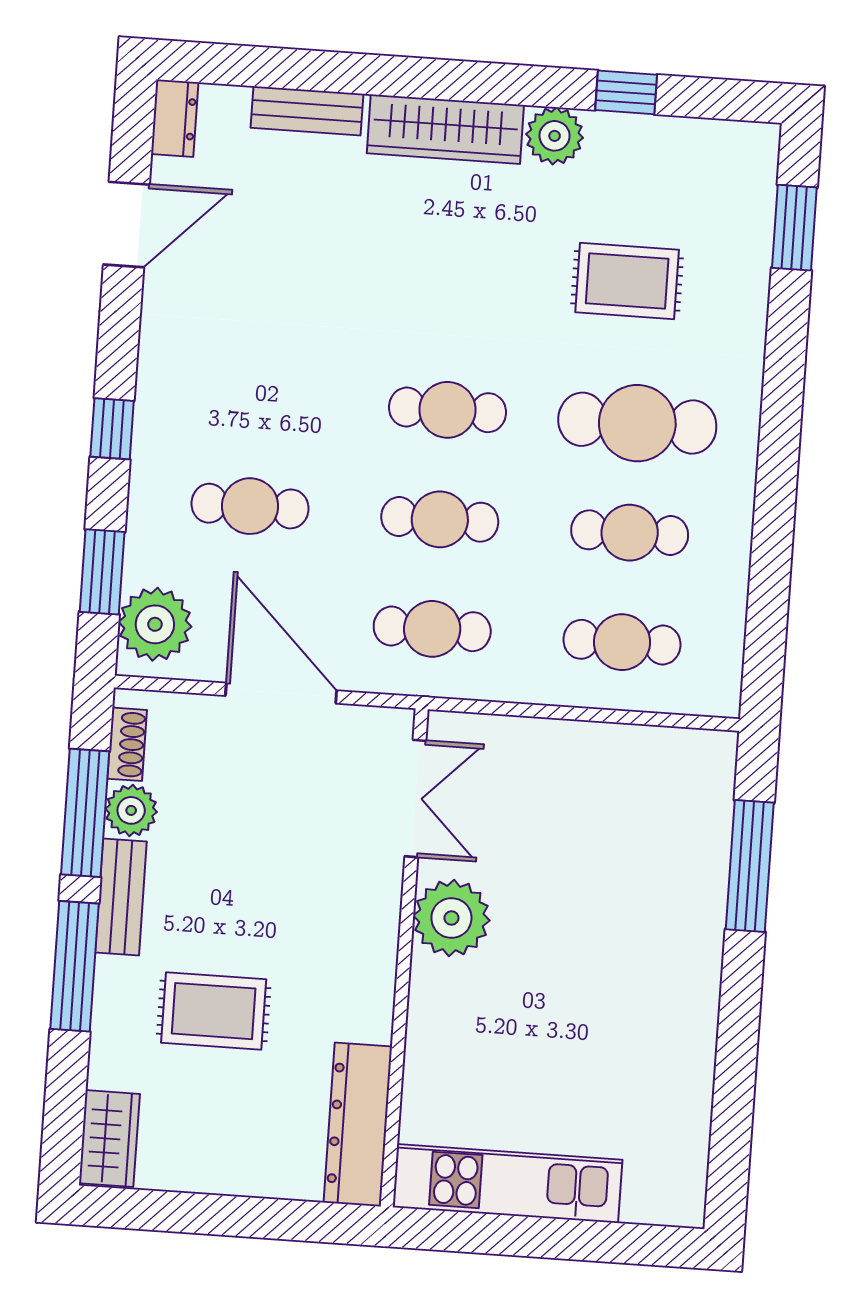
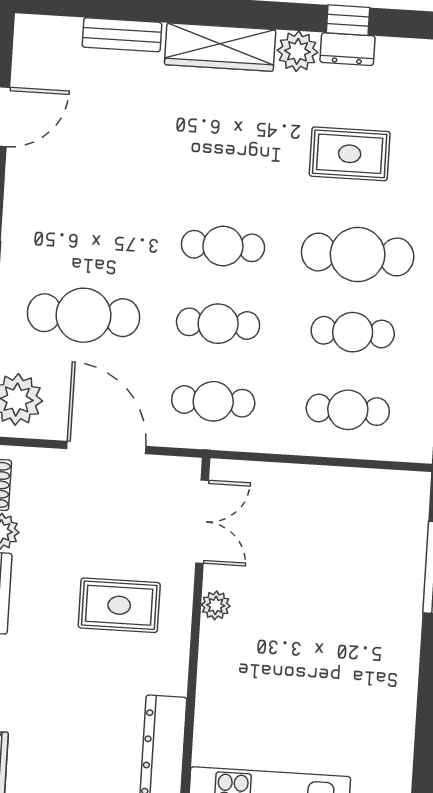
dresser: (175, 118) -> (347, 49), moved, turned 90
cafe table: (250, 506) -> (83, 315), width x1.37, depth x1.35
plant: (451, 918) -> (216, 605), width x0.53, depth x0.53
rug: (214, 1011) -> (119, 605), moved

